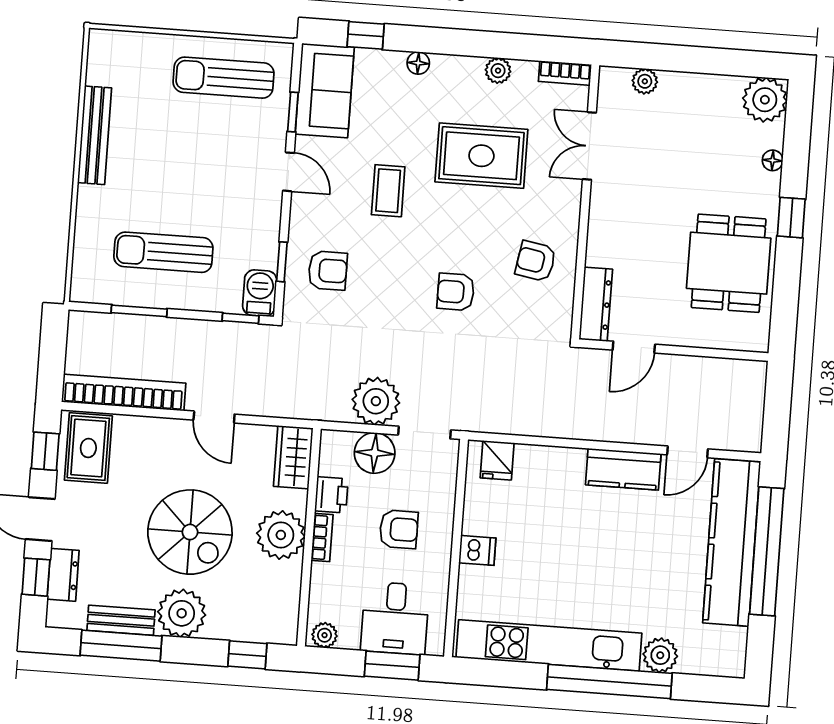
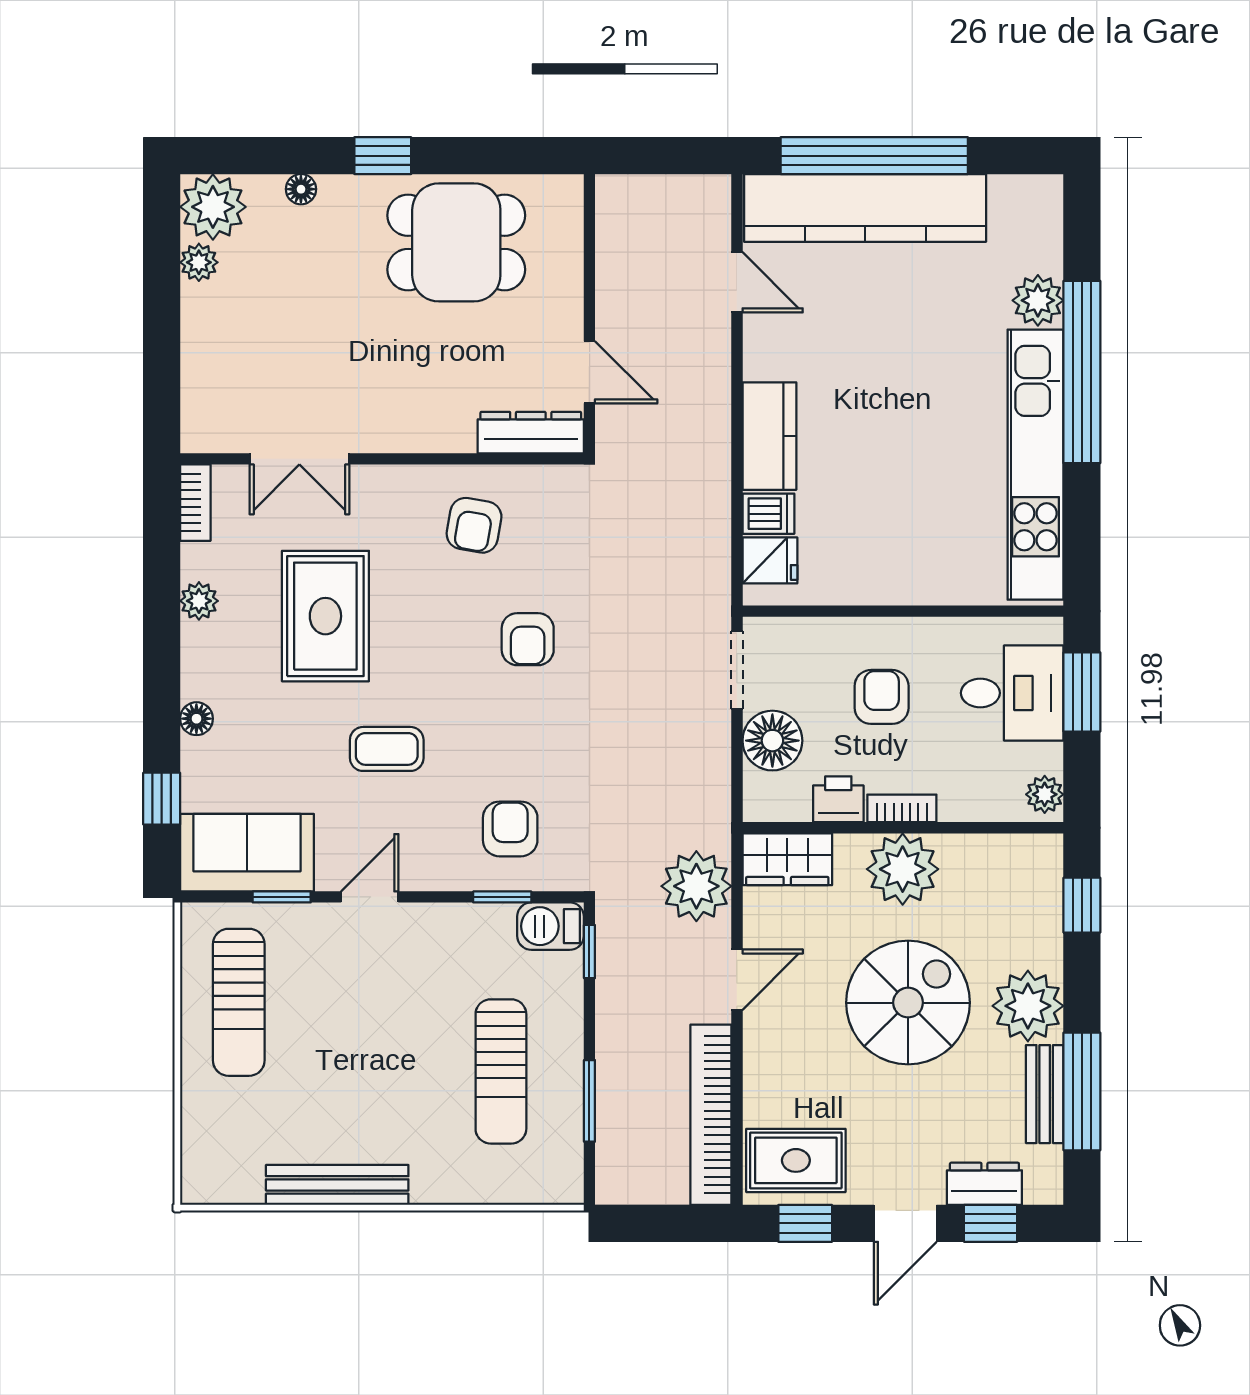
plant: (645, 81) -> (199, 262), moved
plant: (376, 401) -> (696, 886), moved
kitchen counter: (623, 469) -> (769, 436), moved
dishwasher: (477, 550) -> (768, 514), moved, turned 90

